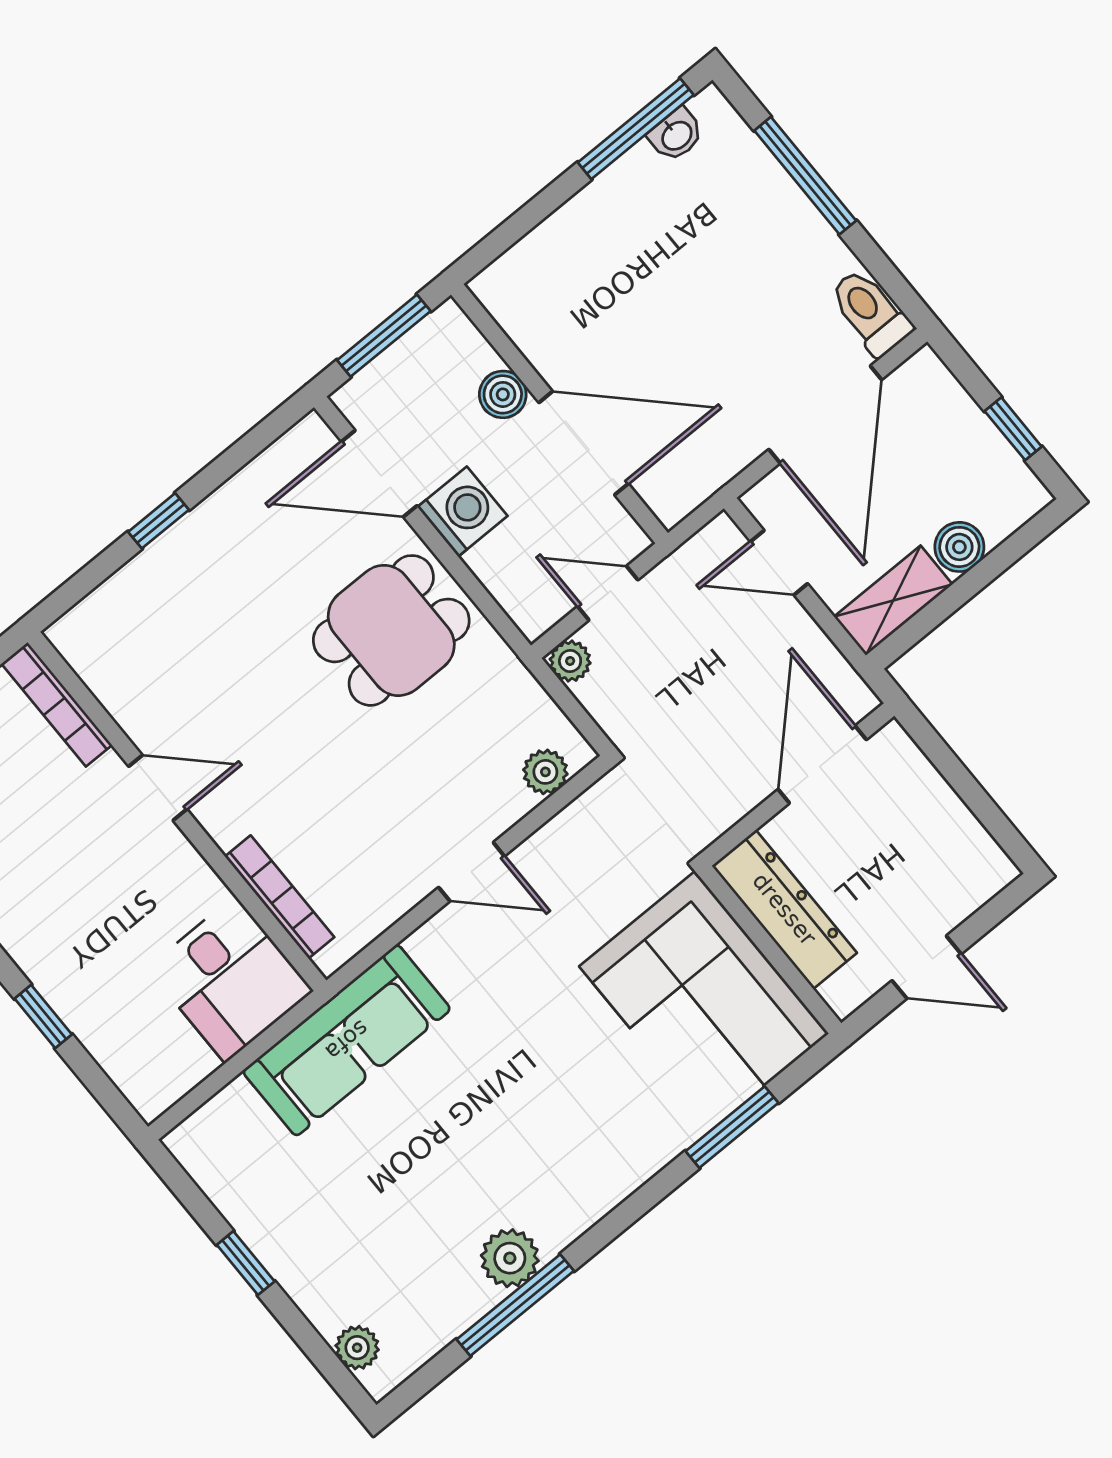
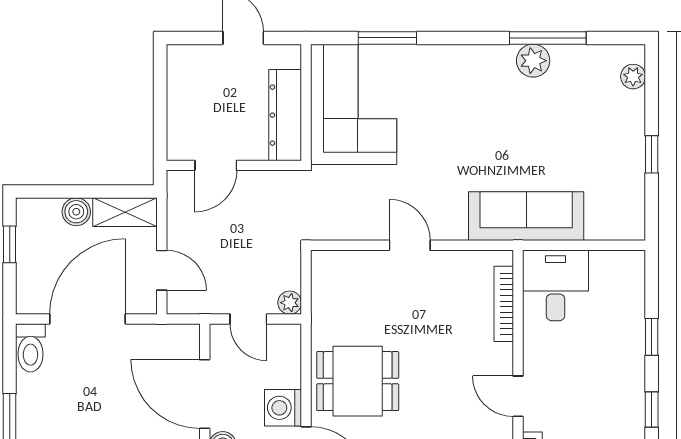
door: (822, 764) -> (216, 165), width x0.73
plant: (545, 772) -> (341, 263), removed

